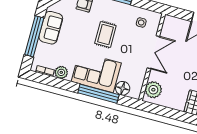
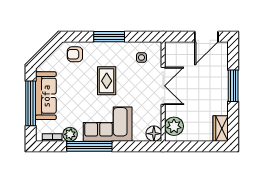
sofa: (51, 28) -> (46, 96), width x1.36
floor lamp: (123, 88) -> (154, 134), moved
window: (98, 94) -> (89, 146), moved

